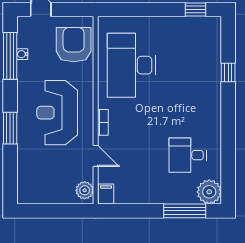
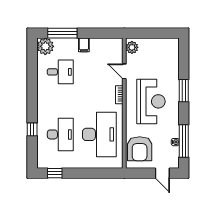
desk: (188, 65) -> (60, 134), added
filing cabinet: (106, 194) -> (84, 45), moved

